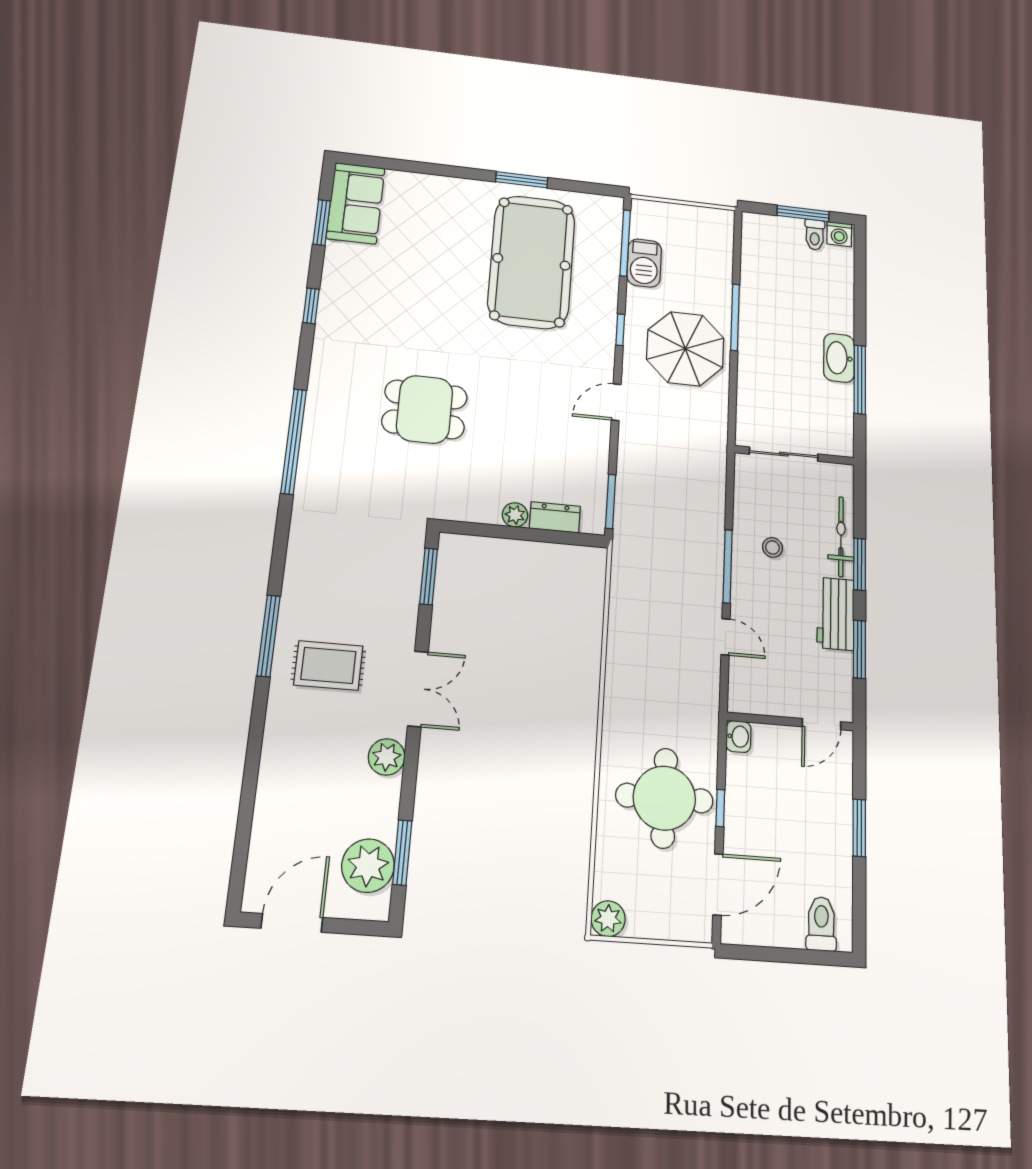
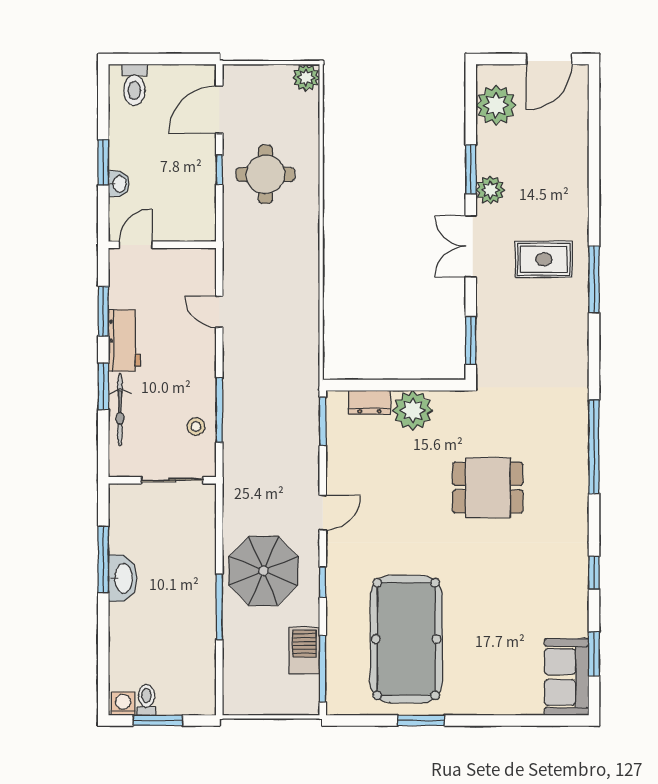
plant: (515, 515) -> (413, 410), width x1.87, depth x1.87
stool: (773, 547) -> (196, 427), moved
window: (728, 566) -> (219, 410), moved
washbasin: (739, 737) -> (119, 184), moved, turned 180
round table: (664, 798) -> (265, 174), width x0.73, depth x0.73
window: (402, 852) -> (471, 169), moved

